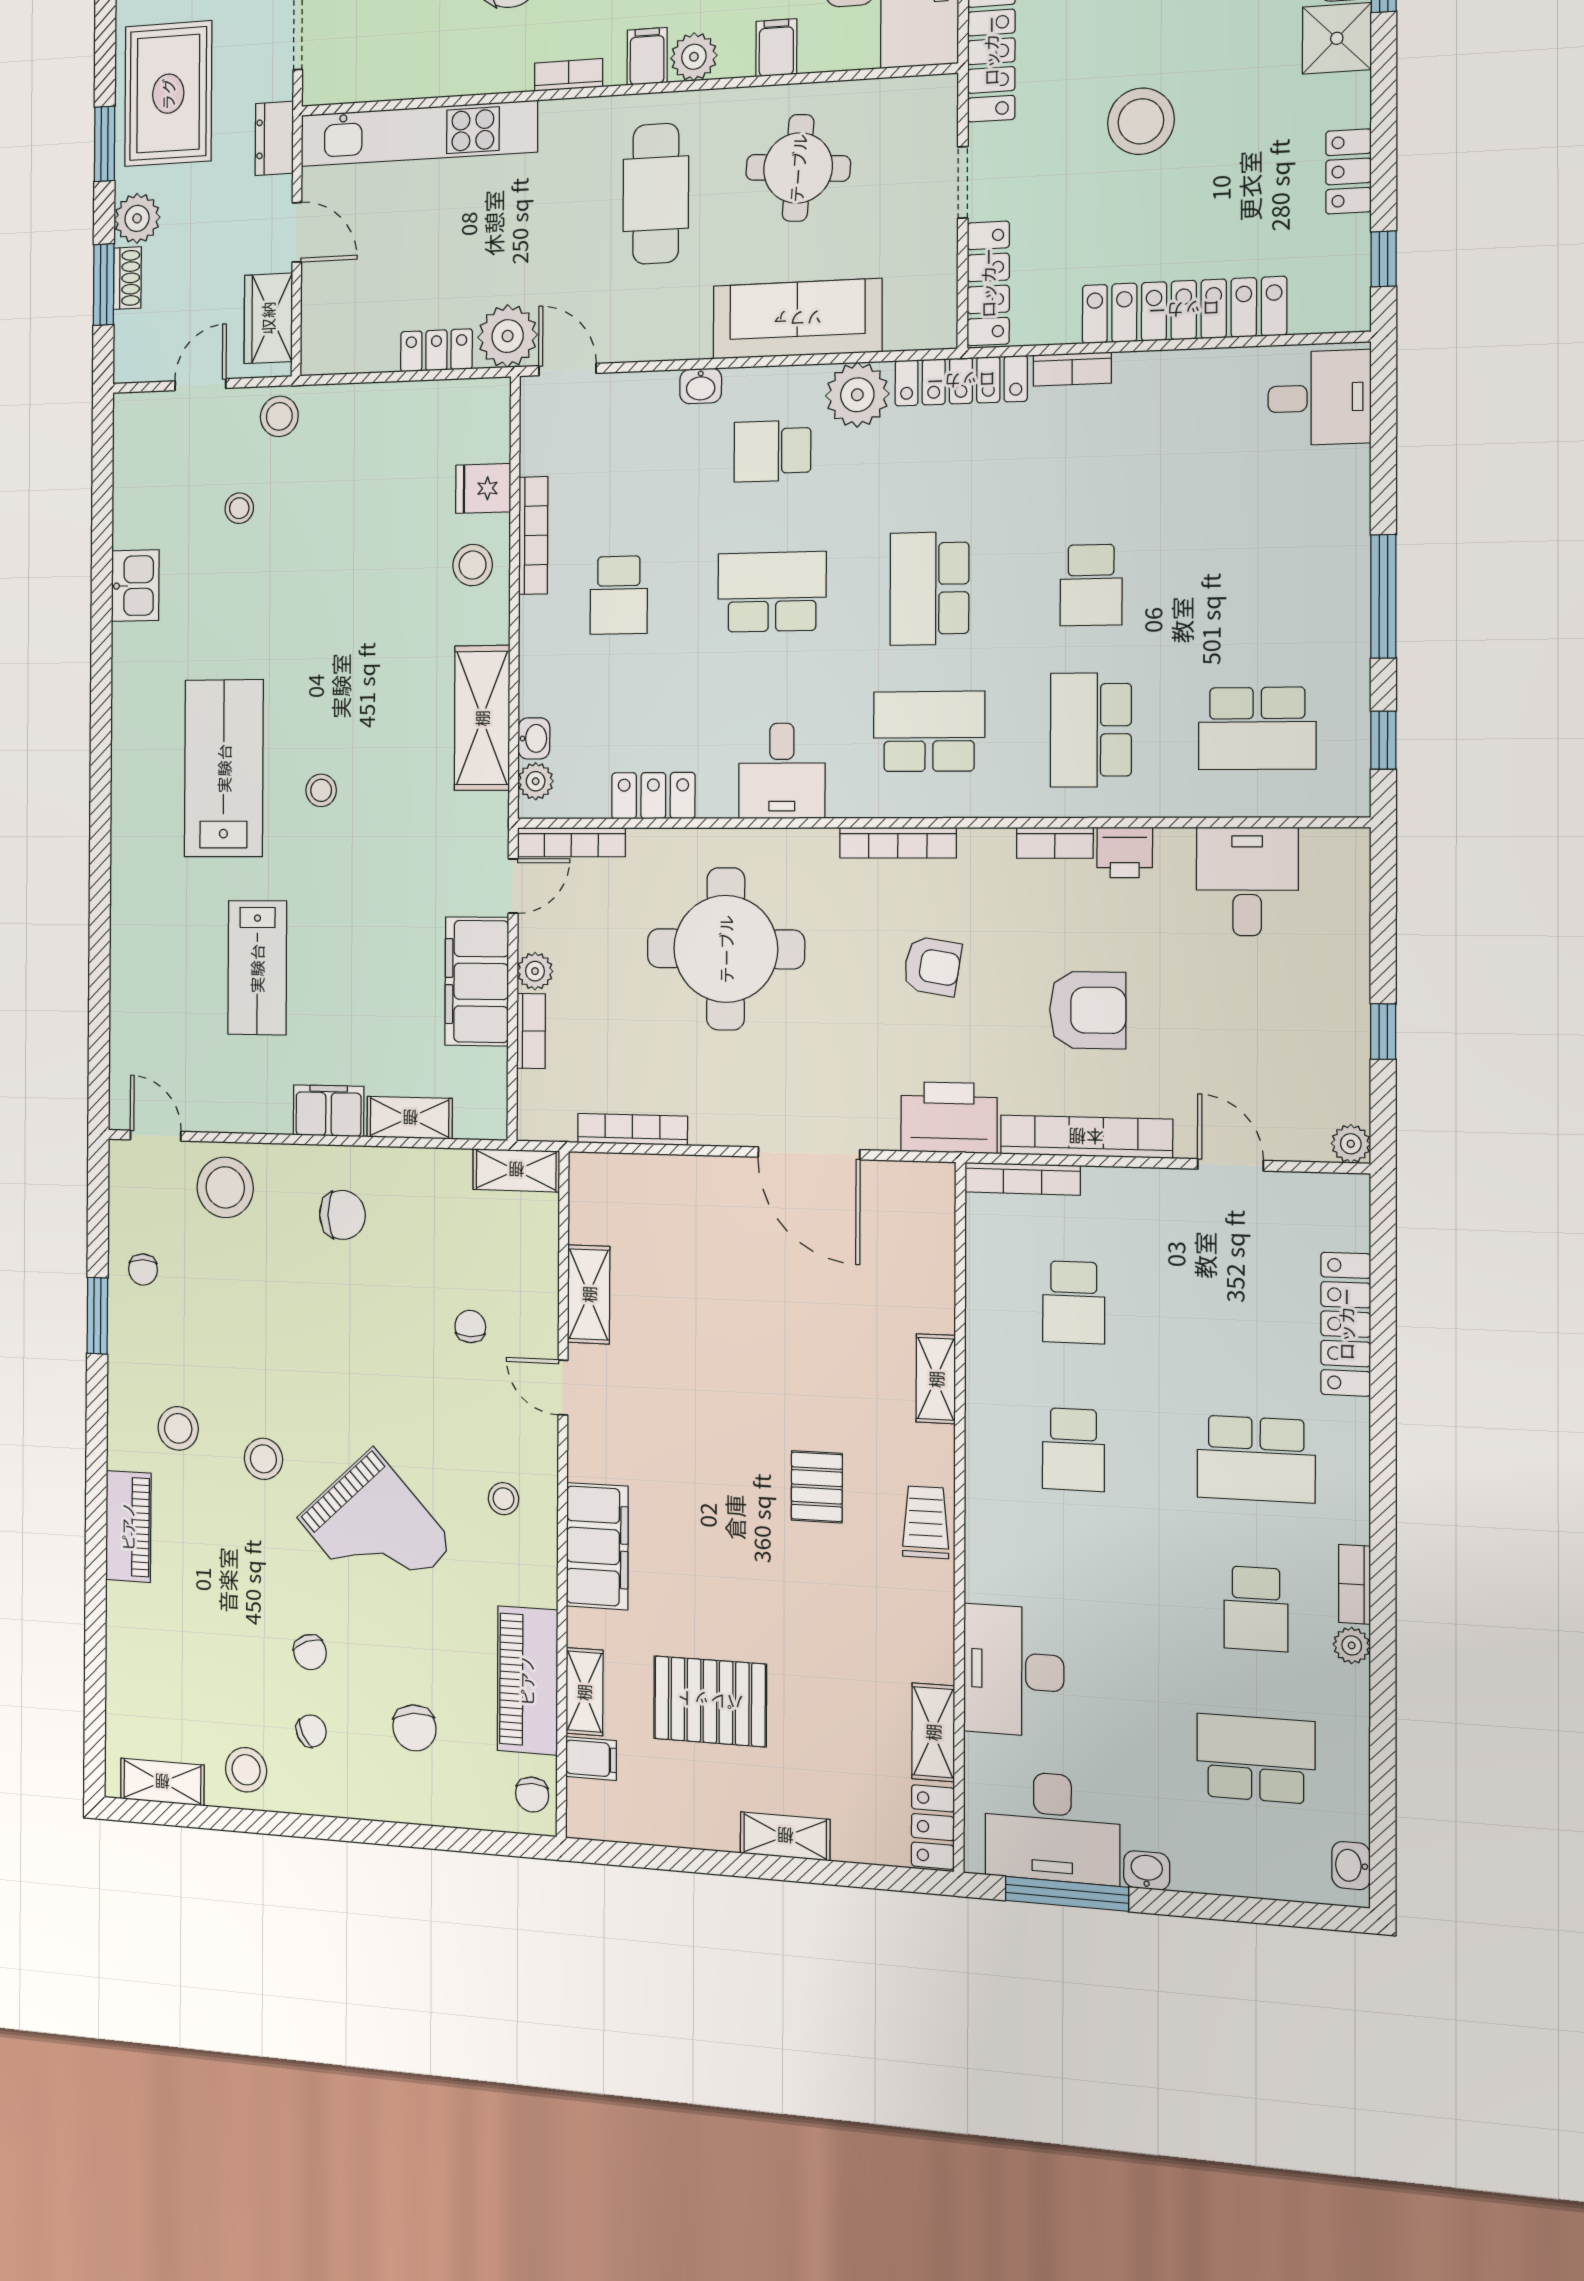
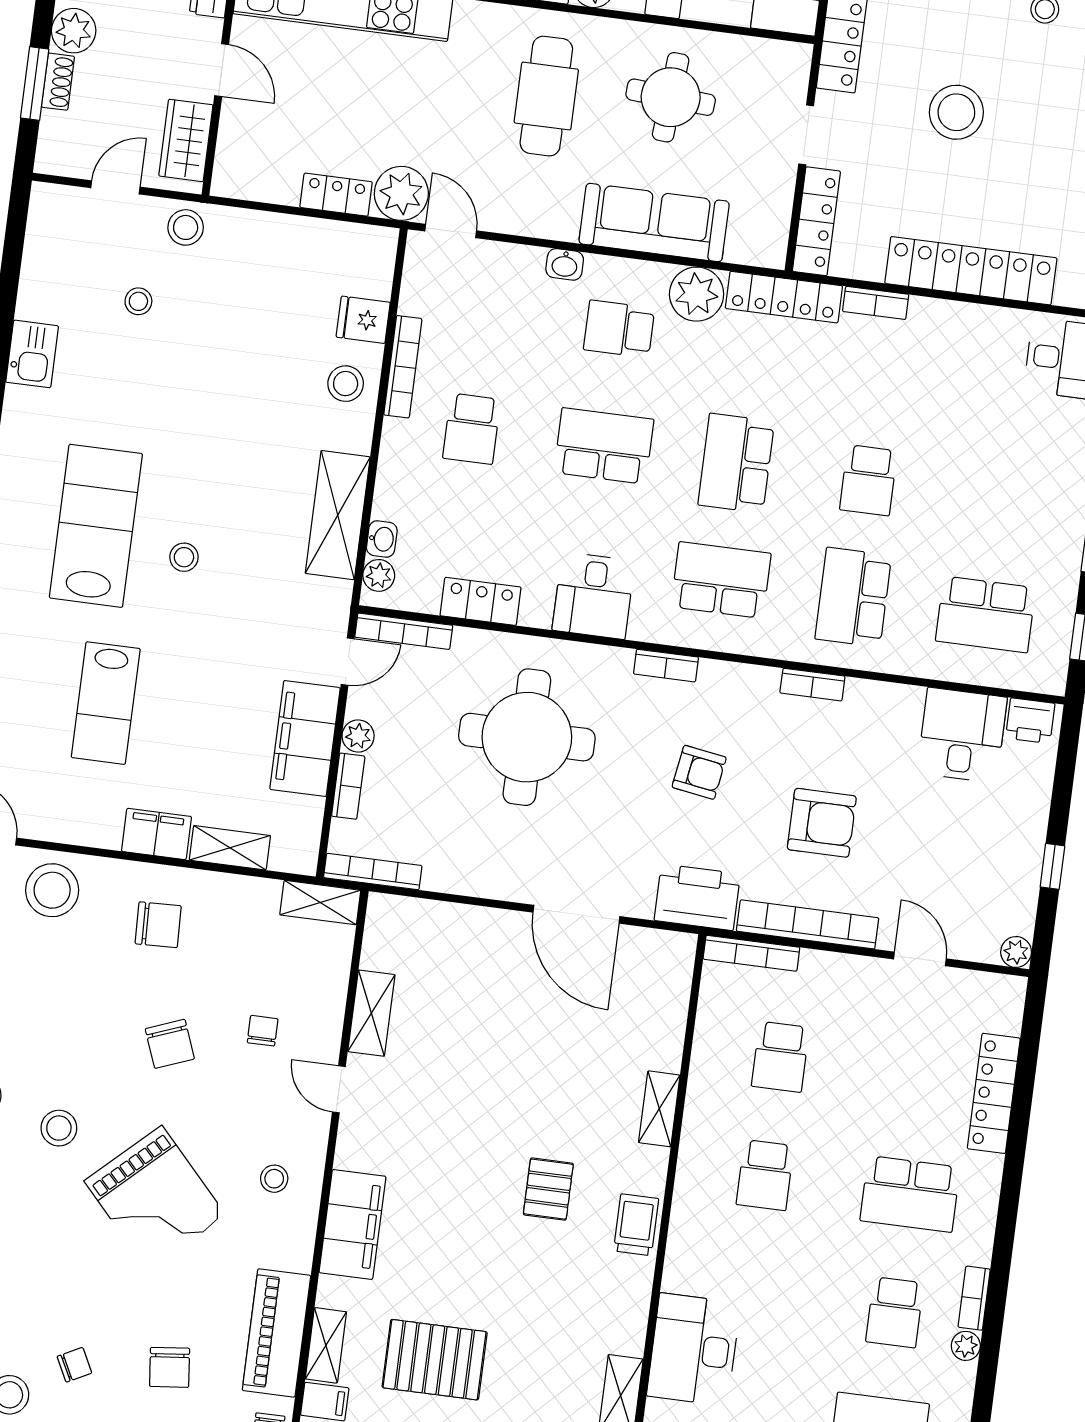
bookcase: (898, 843) -> (666, 666), width x0.64
printer: (1125, 853) -> (1030, 721), moved
bookcase: (632, 1129) -> (373, 872), moved
chair: (310, 1652) -> (170, 1044), moved, width x1.37, depth x1.37

